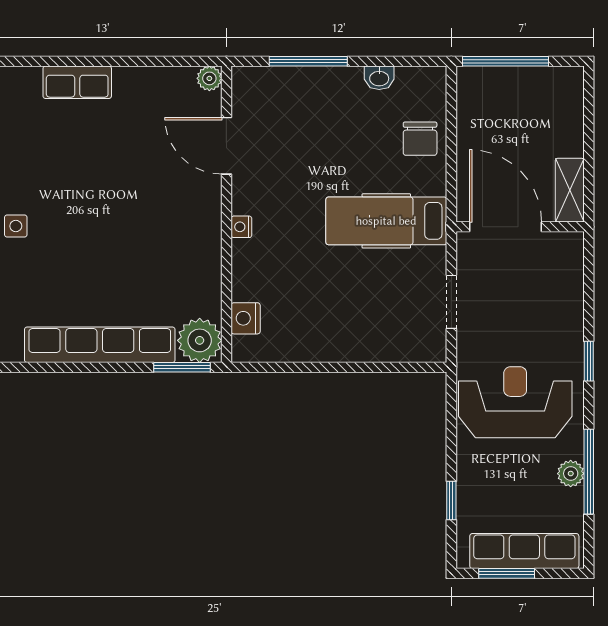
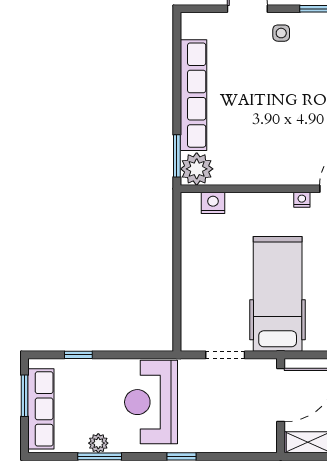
hospital bed: (386, 221) -> (278, 294), width x1.37, depth x1.29
nightstand: (241, 227) -> (302, 200), moved
reception desk: (515, 402) -> (151, 402), turned 180
window: (589, 472) -> (100, 456), width x0.69

